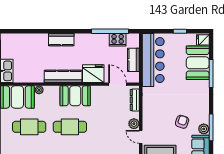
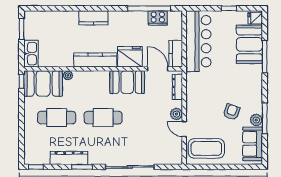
kitchen counter: (133, 60) -> (176, 54), moved
booth: (75, 96) -> (127, 82), moved

